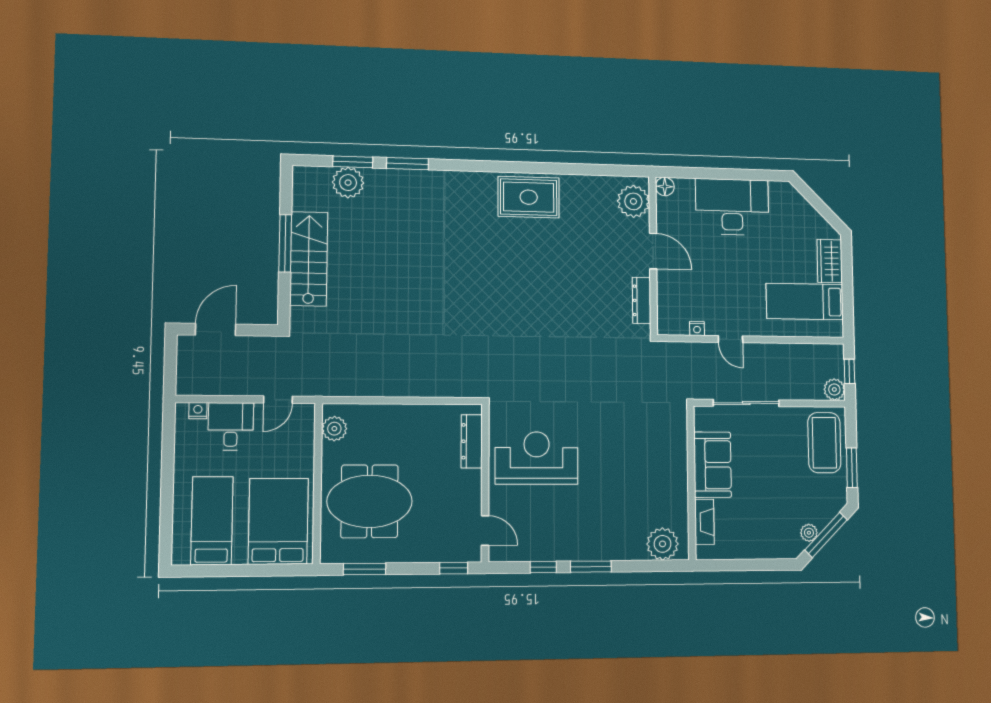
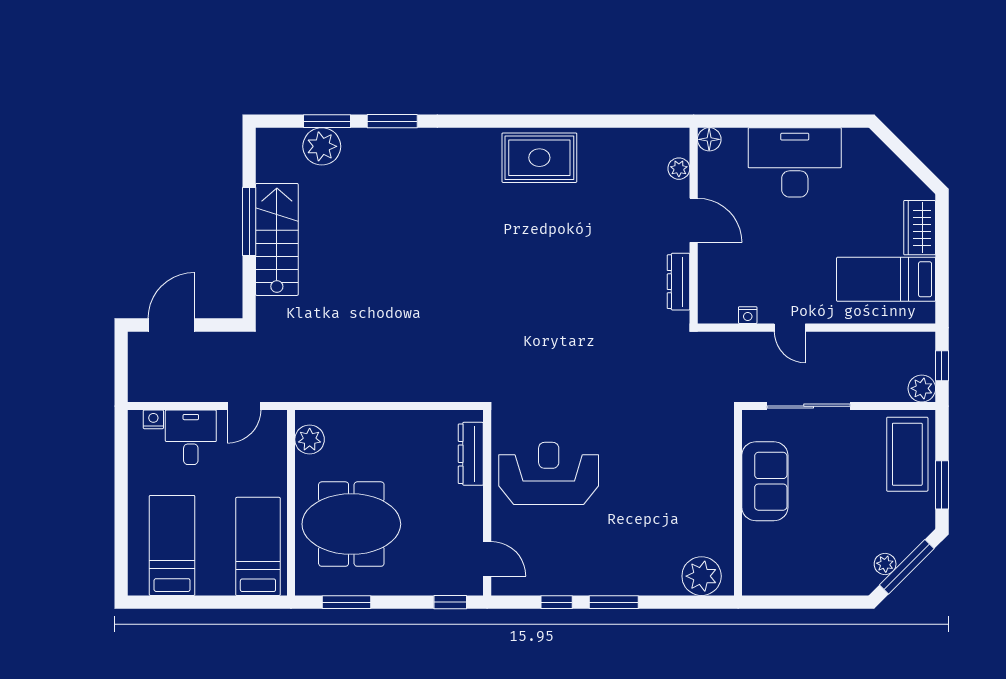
plant: (633, 201) -> (679, 169), width x0.53, depth x0.53
bed: (278, 521) -> (258, 546), width x0.67
fireplace: (704, 522) -> (754, 550), removed

